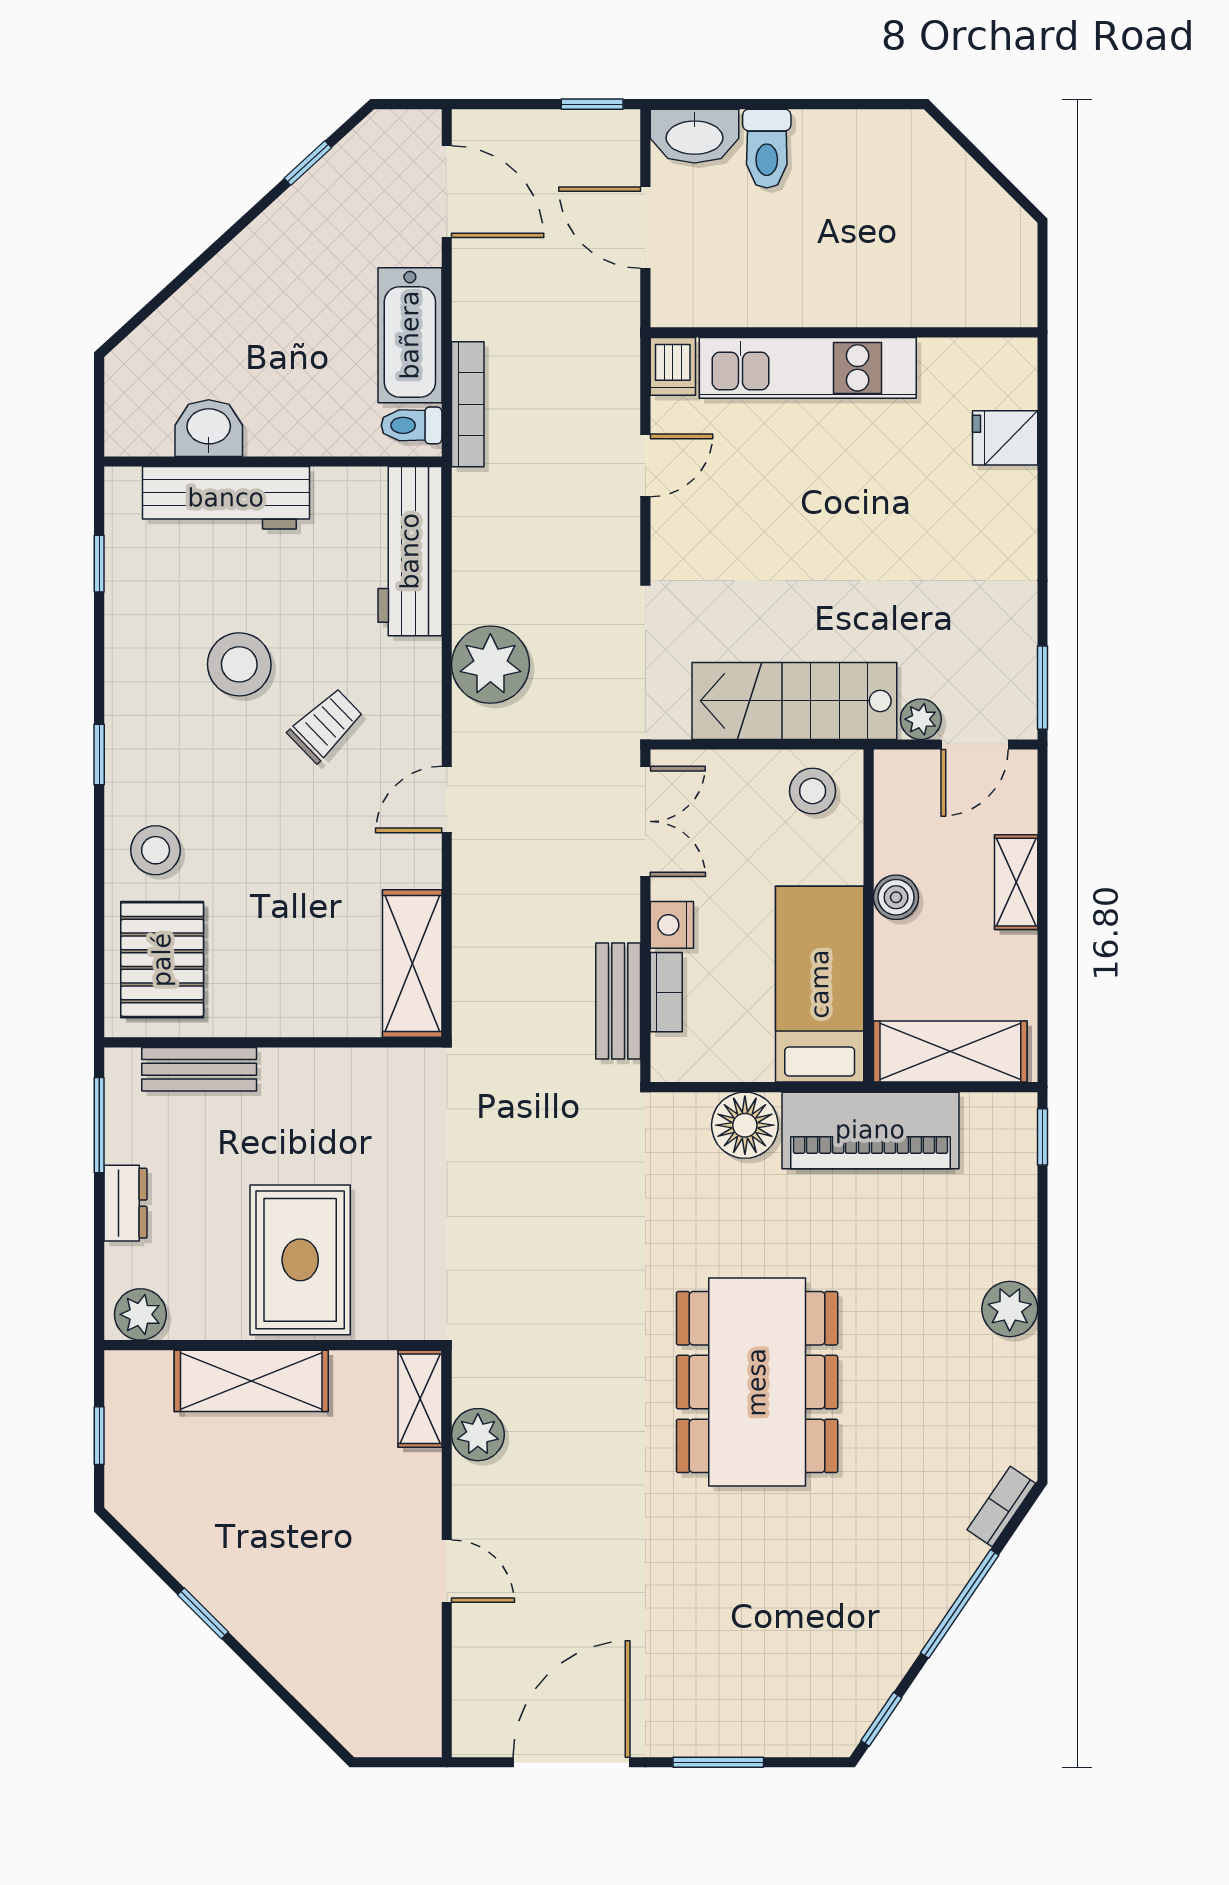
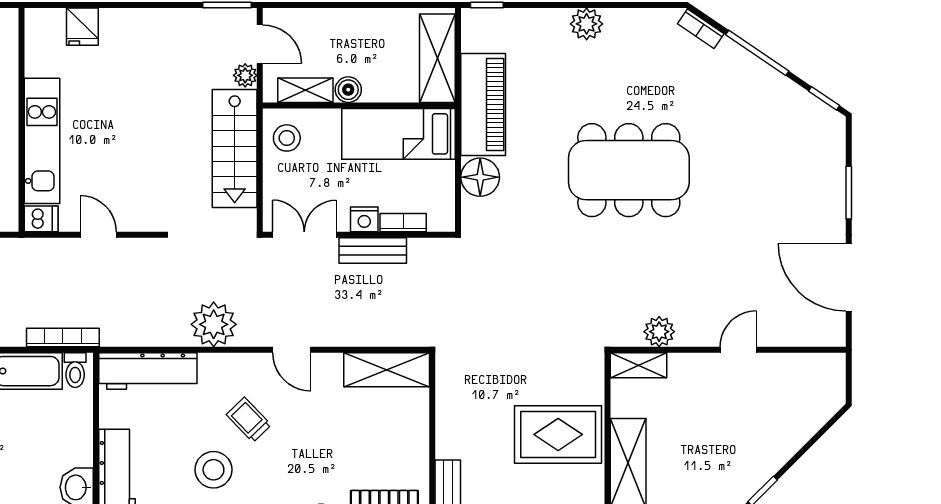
shelving: (1016, 882) -> (305, 90), moved
bench: (618, 1001) -> (373, 251), moved

